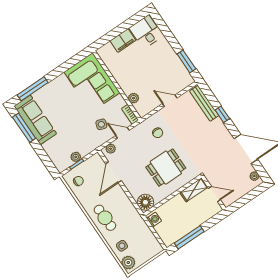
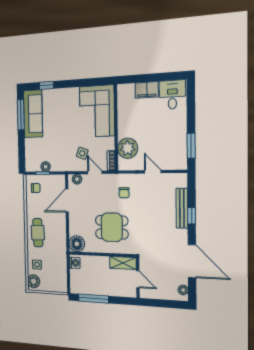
window: (33, 89) -> (46, 85), width x0.46
plant: (134, 98) -> (128, 148), width x1.87, depth x1.87
bench: (204, 103) -> (182, 208), moved

